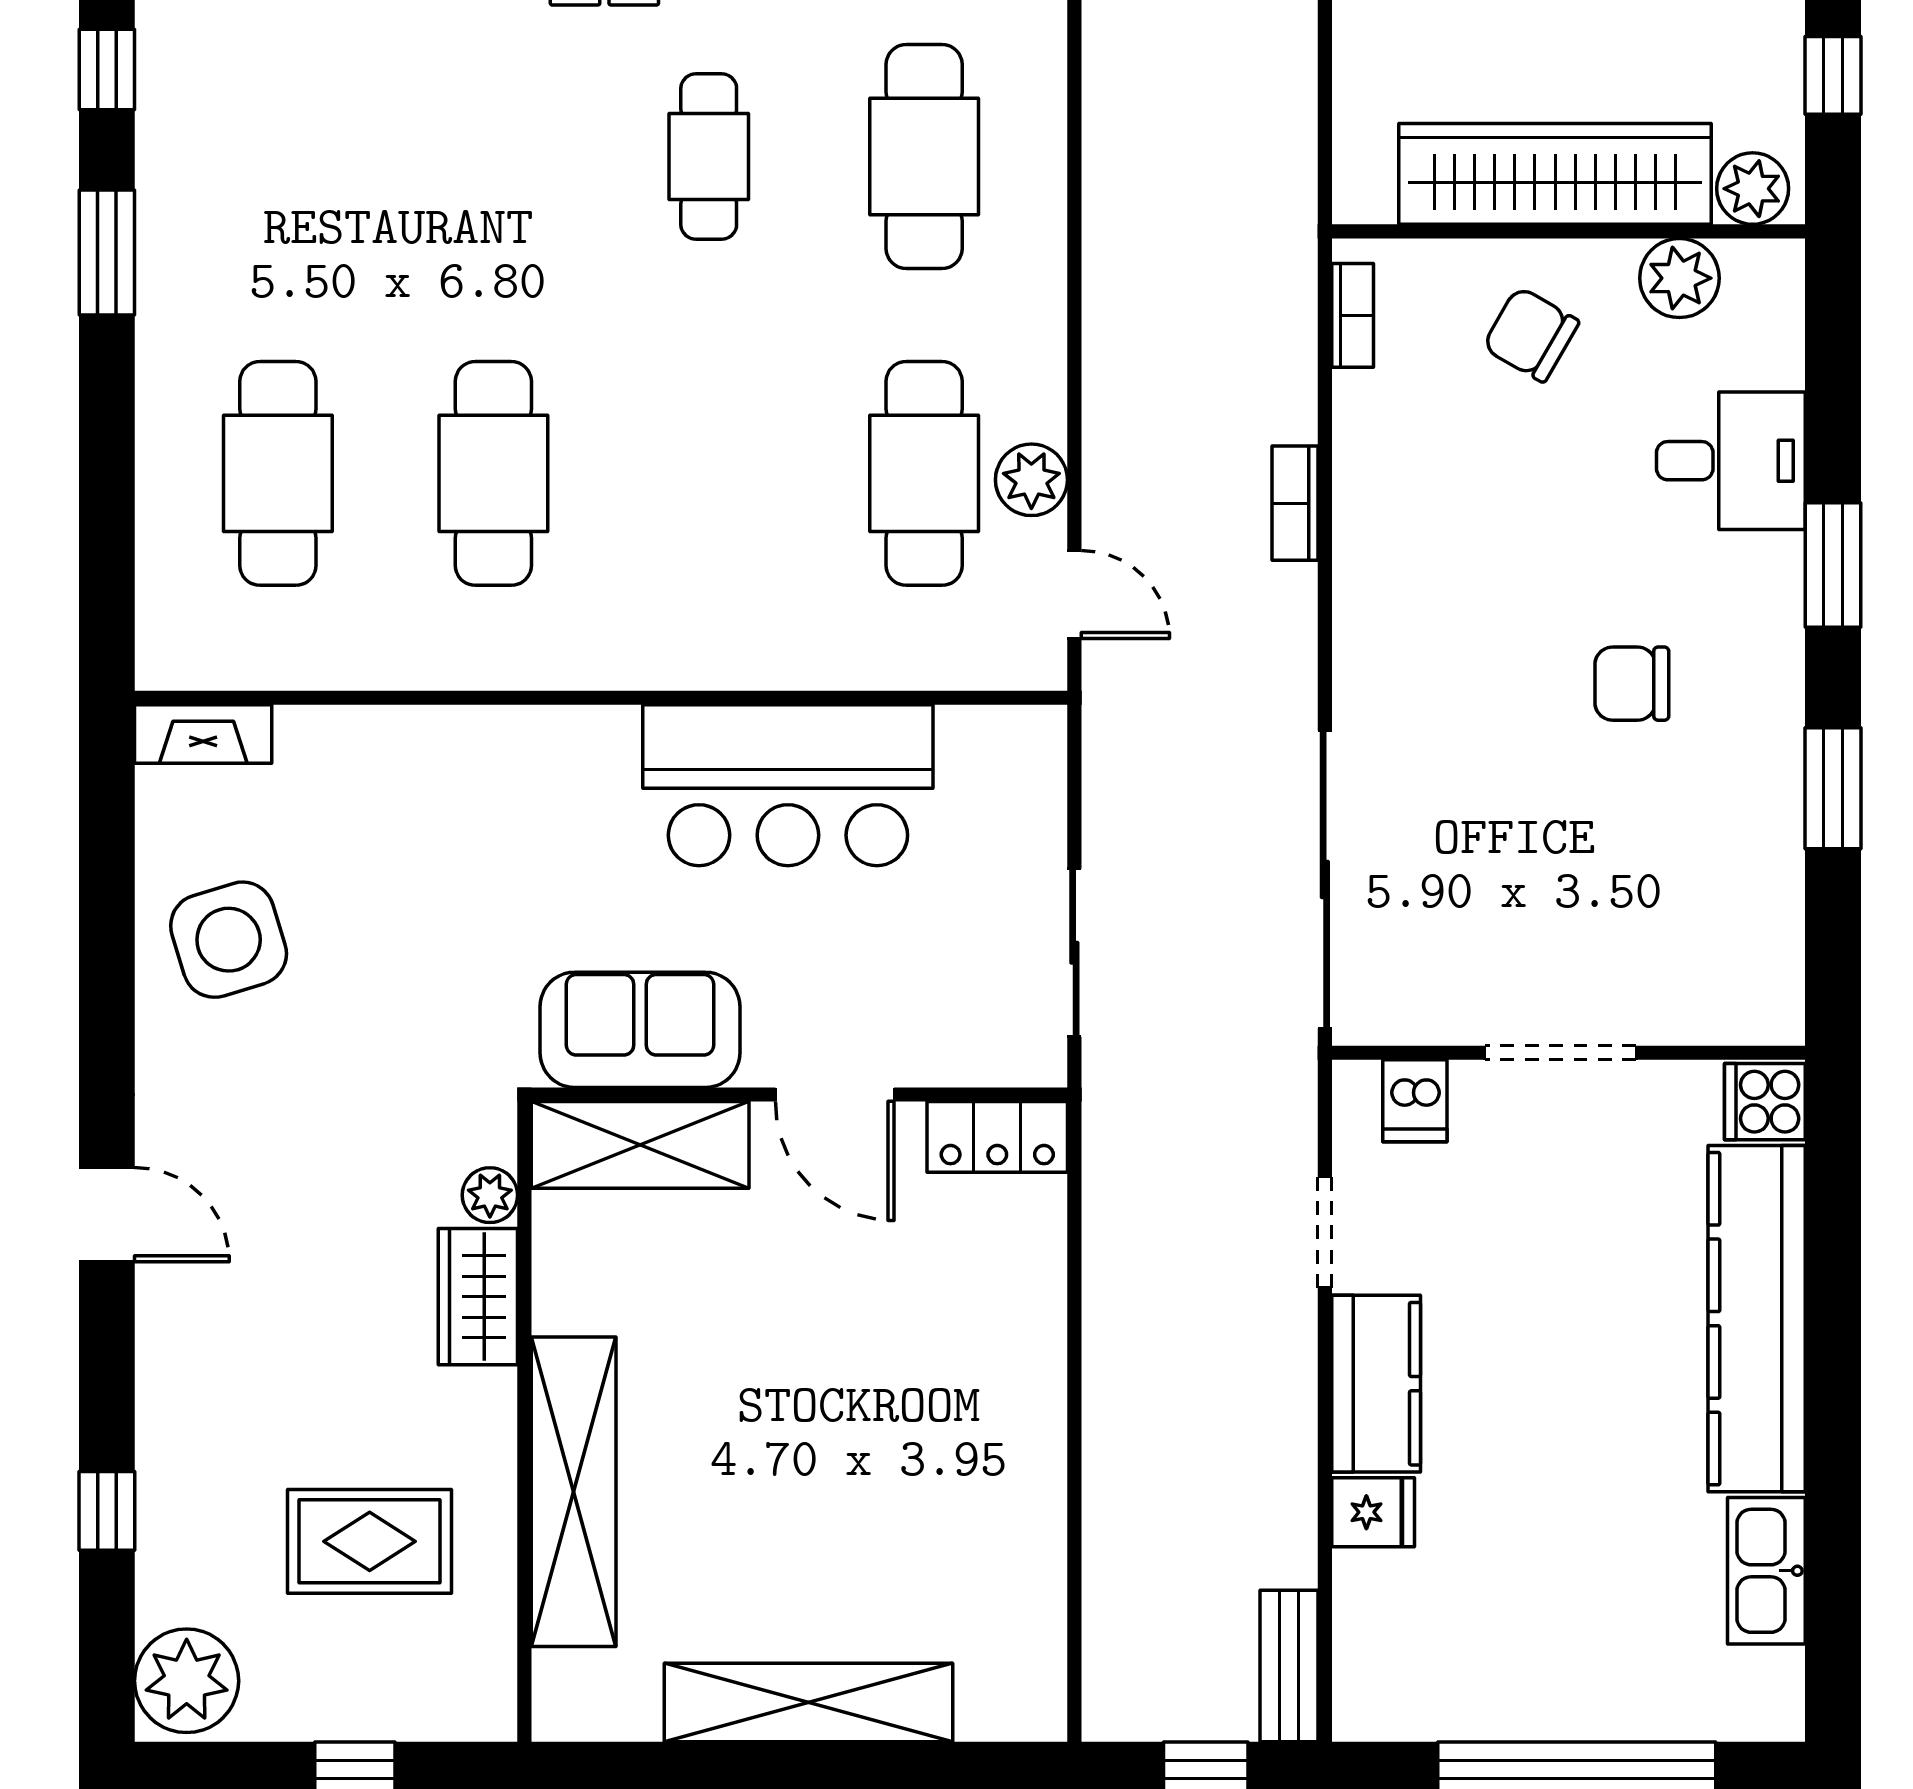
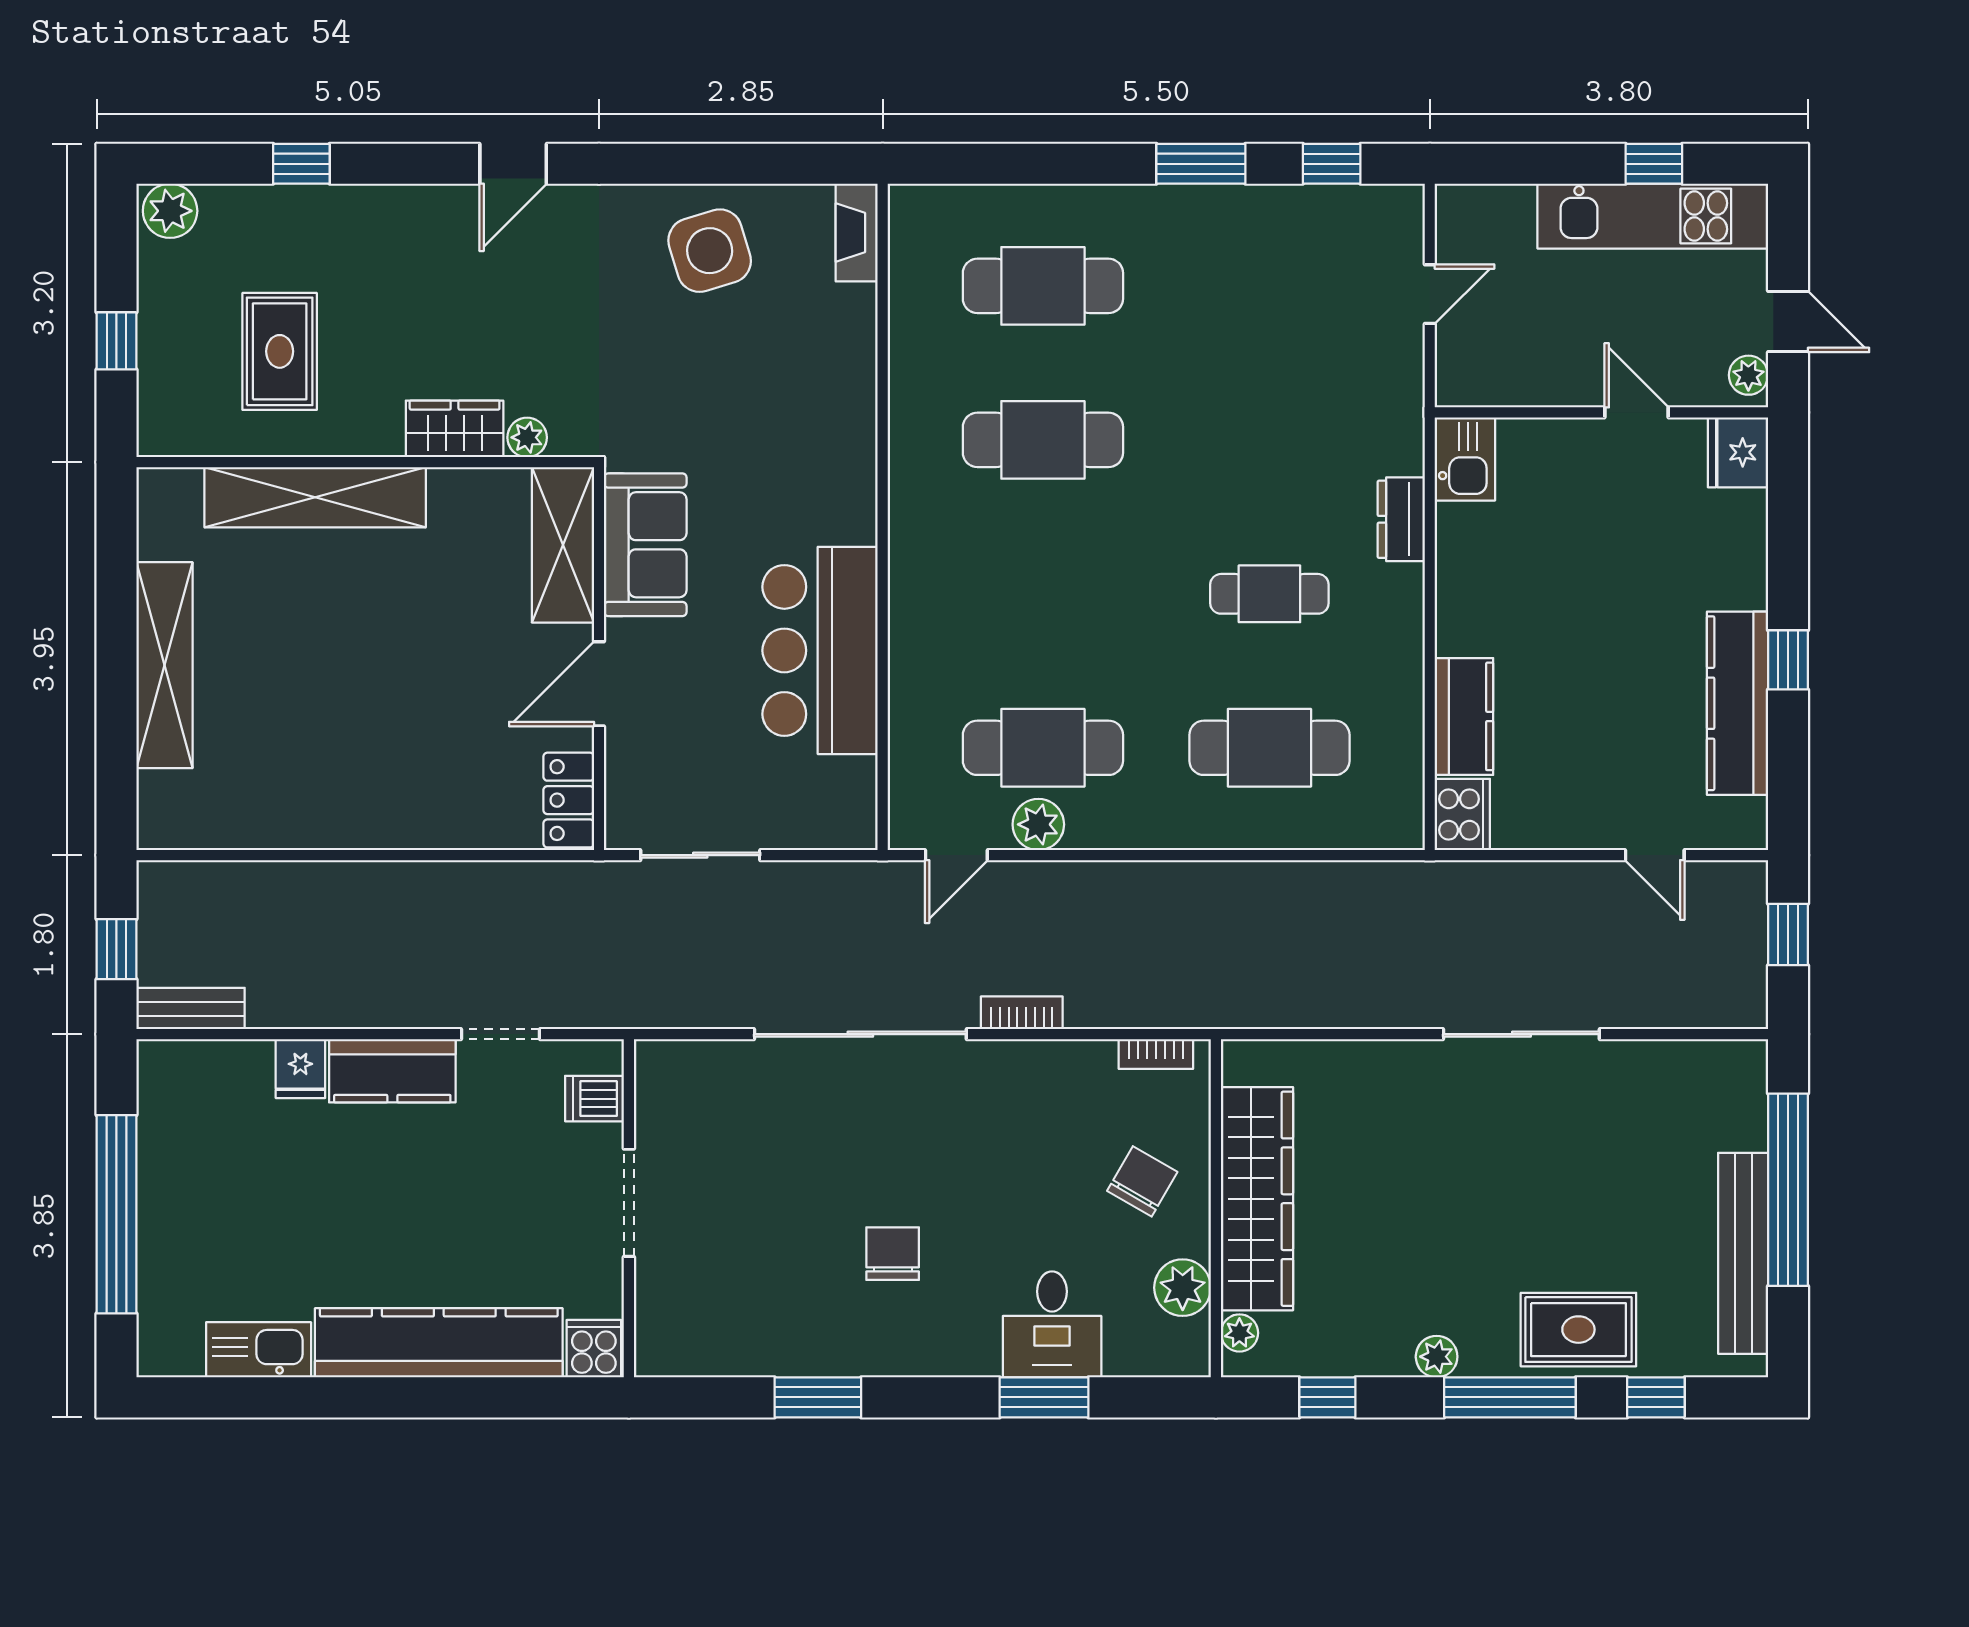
plant: (1753, 189) -> (1239, 1333), width x0.73, depth x0.73
window: (1833, 565) -> (1044, 1397), moved
sliding door: (1325, 880) -> (860, 1034), moved
plant: (187, 1681) -> (170, 211), width x0.73, depth x0.73

